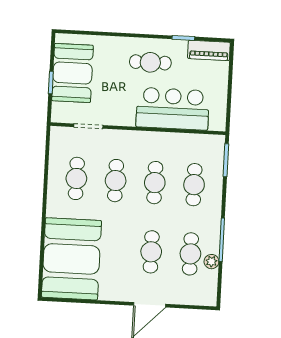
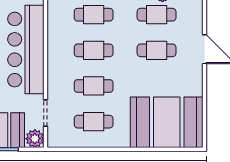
bar counter: (173, 109) -> (26, 50), width x1.36
plant: (61, 113) -> (35, 139), added

